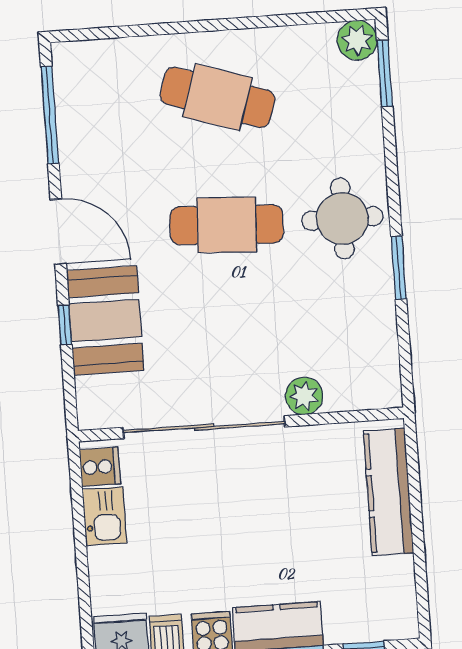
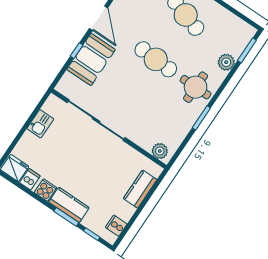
plant: (357, 40) -> (226, 62), moved
plant: (304, 396) -> (160, 151), moved
cooker: (100, 467) -> (116, 226), moved, turned 180
kitchen counter: (388, 492) -> (140, 189), width x0.67

